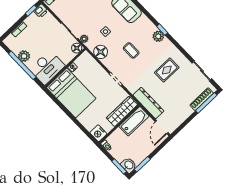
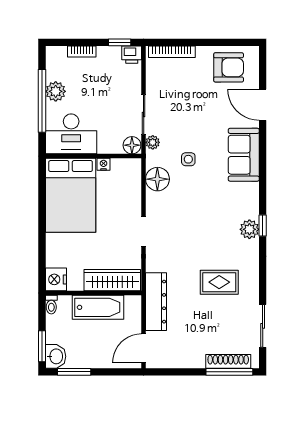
coffee table: (131, 50) -> (198, 214), removed
bathtub: (134, 121) -> (98, 307), moved

